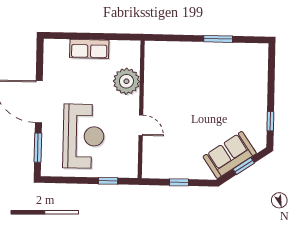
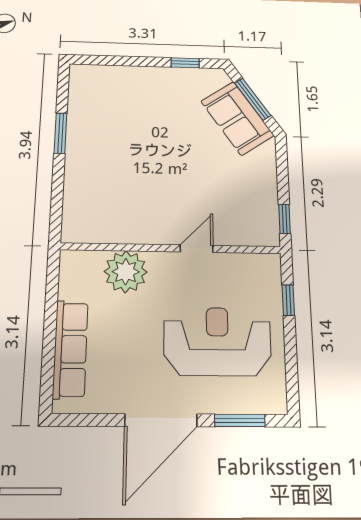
row of seats: (89, 49) -> (70, 349), width x1.48
window: (244, 166) -> (253, 99), width x1.50
window: (179, 182) -> (284, 219), moved

